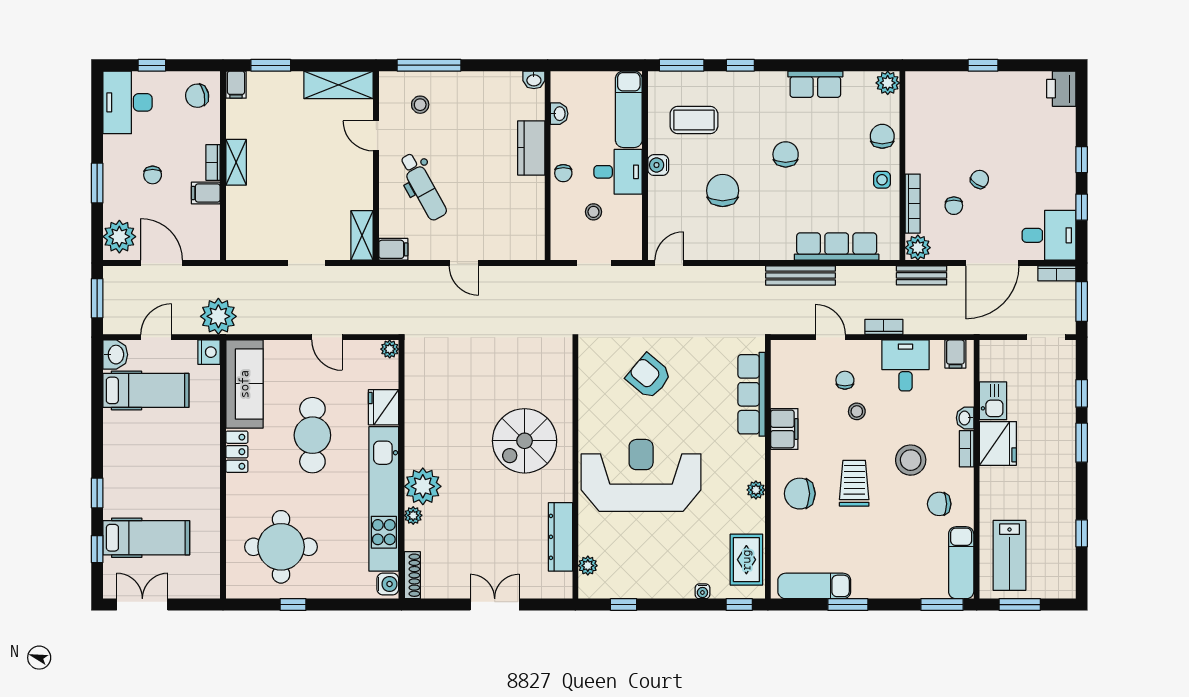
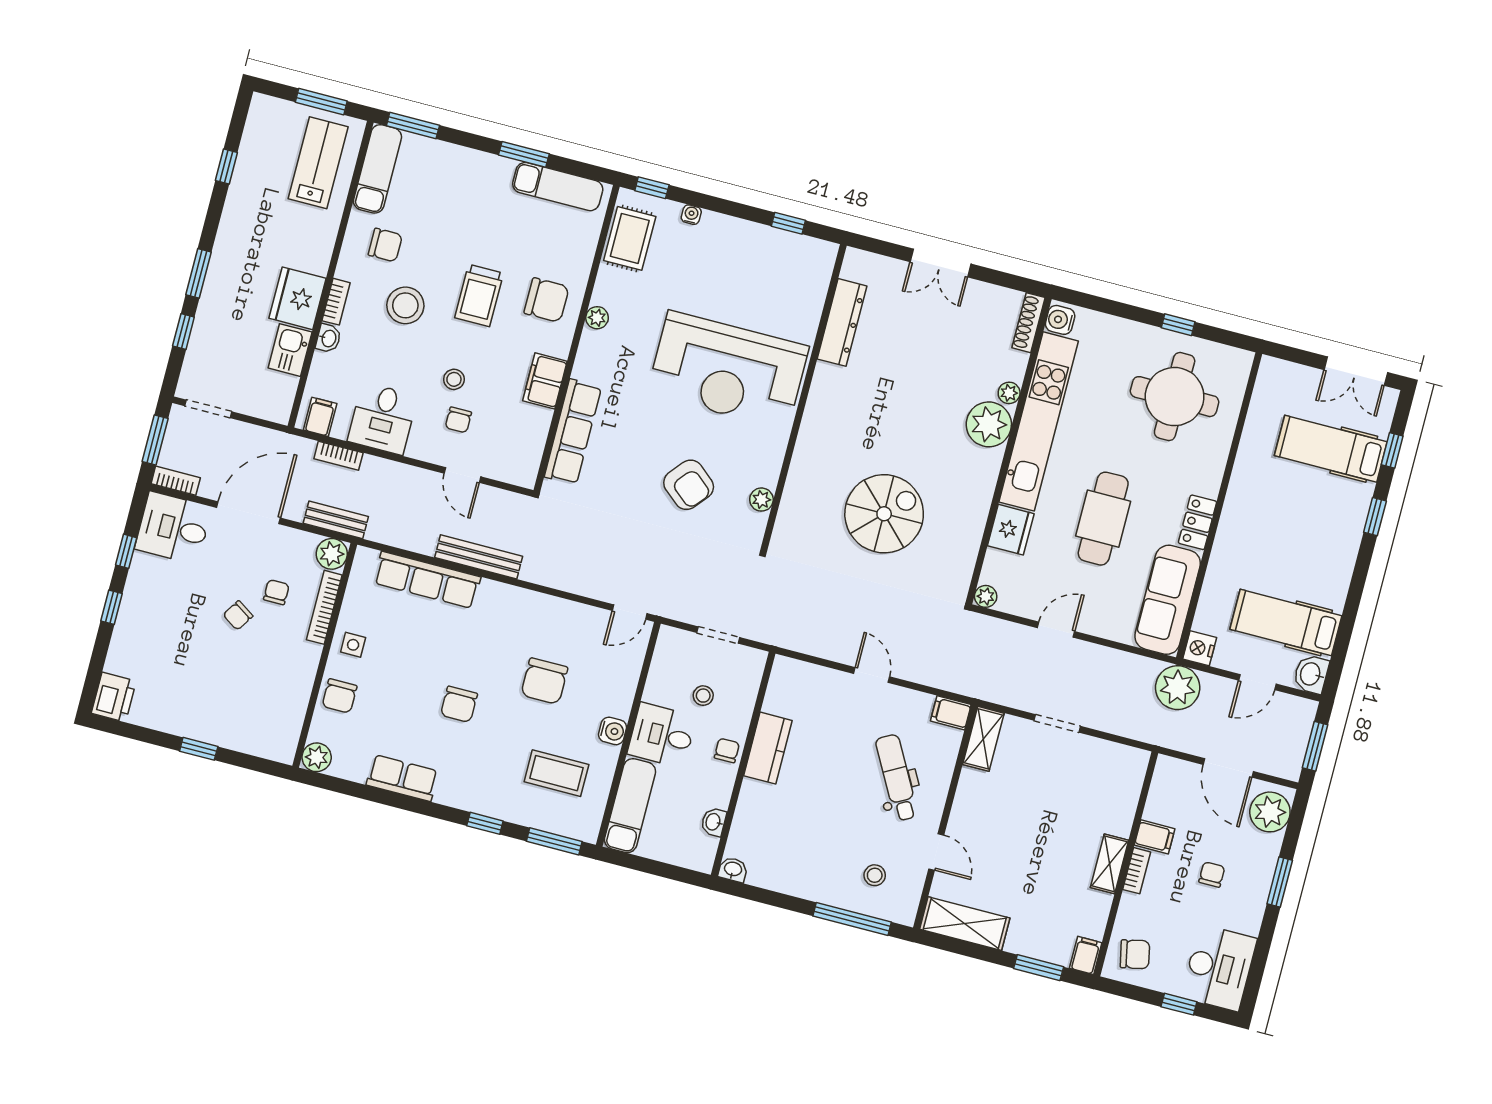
kitchen counter: (531, 148) -> (768, 748), moved
bookcase: (884, 327) -> (338, 456), moved
door: (327, 337) -> (1056, 630), hinge flipped
spiral stairs: (525, 441) -> (884, 514), moved
plant: (588, 566) -> (761, 500), moved

